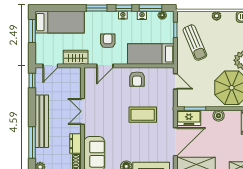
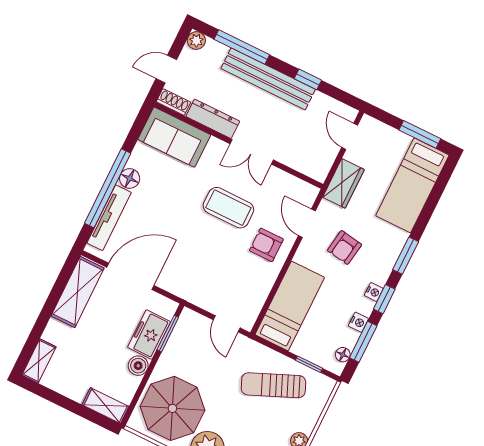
armchair: (108, 41) -> (345, 247), turned 99
armchair: (137, 79) -> (266, 245), moved
window: (32, 80) -> (308, 79), moved
door: (175, 81) -> (227, 324), hinge flipped
double door: (83, 111) -> (252, 152), swing flipped
coffee table: (143, 115) -> (228, 208), moved, turned 90
freezer: (189, 118) -> (149, 335), moved
door: (175, 142) -> (130, 276), swing flipped
dresser: (76, 144) -> (213, 119), width x1.44

